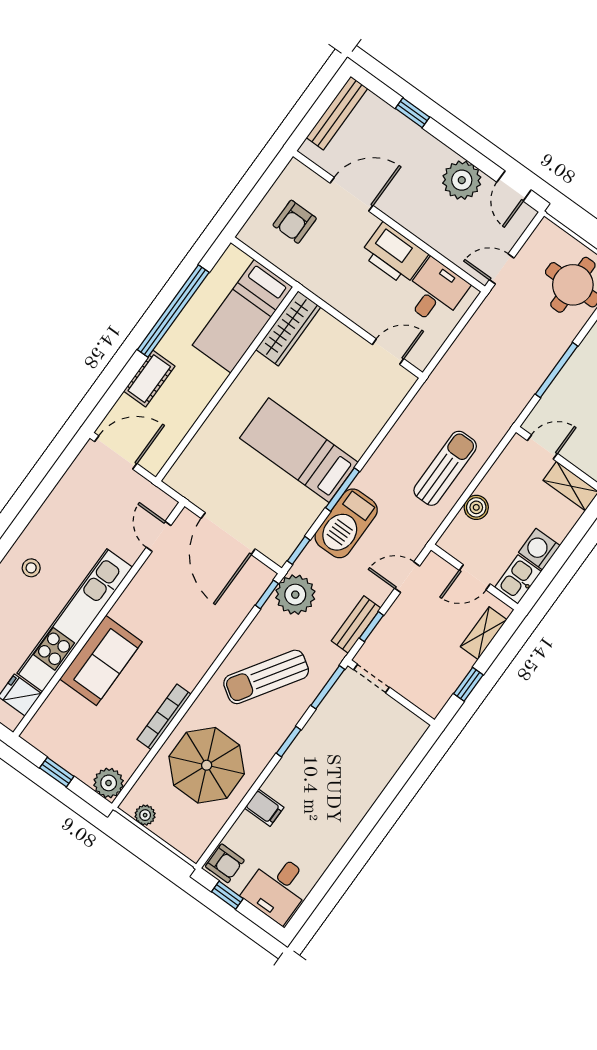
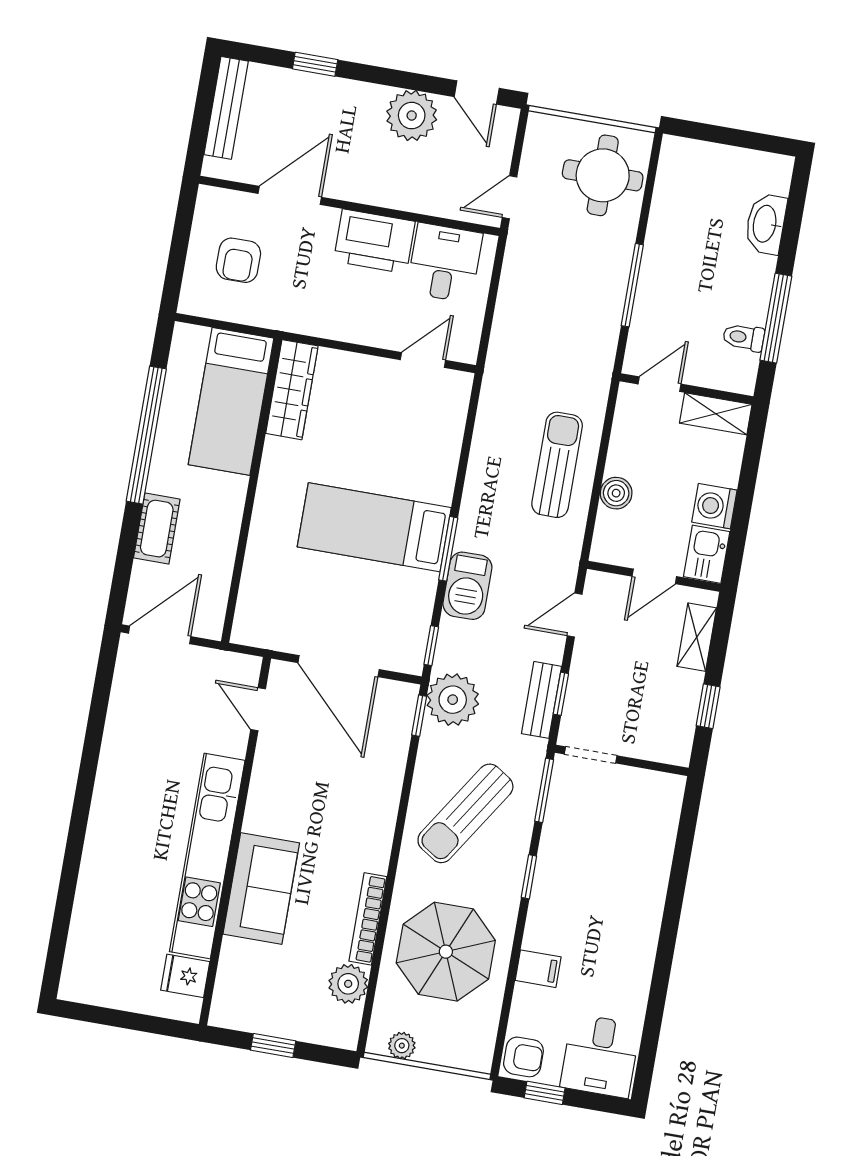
barbecue: (346, 523) -> (467, 586), width x0.73, depth x0.83
stool: (31, 568) -> (126, 819), removed
plant: (109, 783) -> (348, 984), moved

